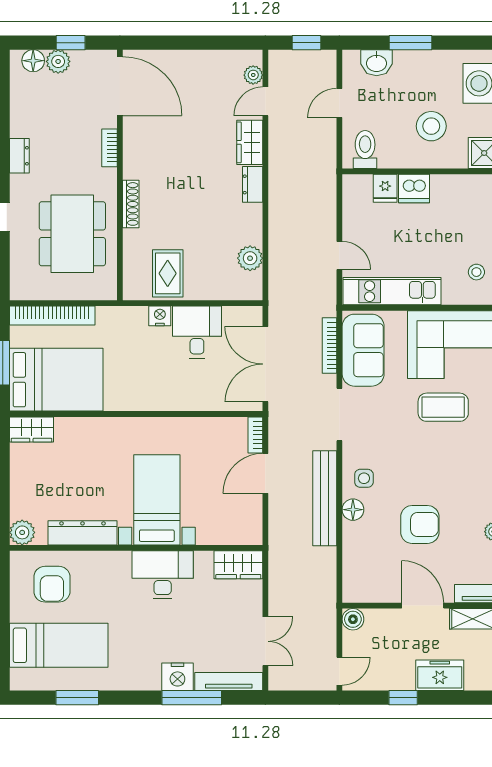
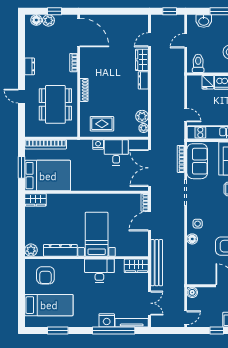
plant: (253, 75) -> (144, 128), moved
rug: (168, 273) -> (102, 124), turned 90
bench: (325, 498) -> (157, 263), moved
window: (192, 698) -> (114, 331), width x1.46

